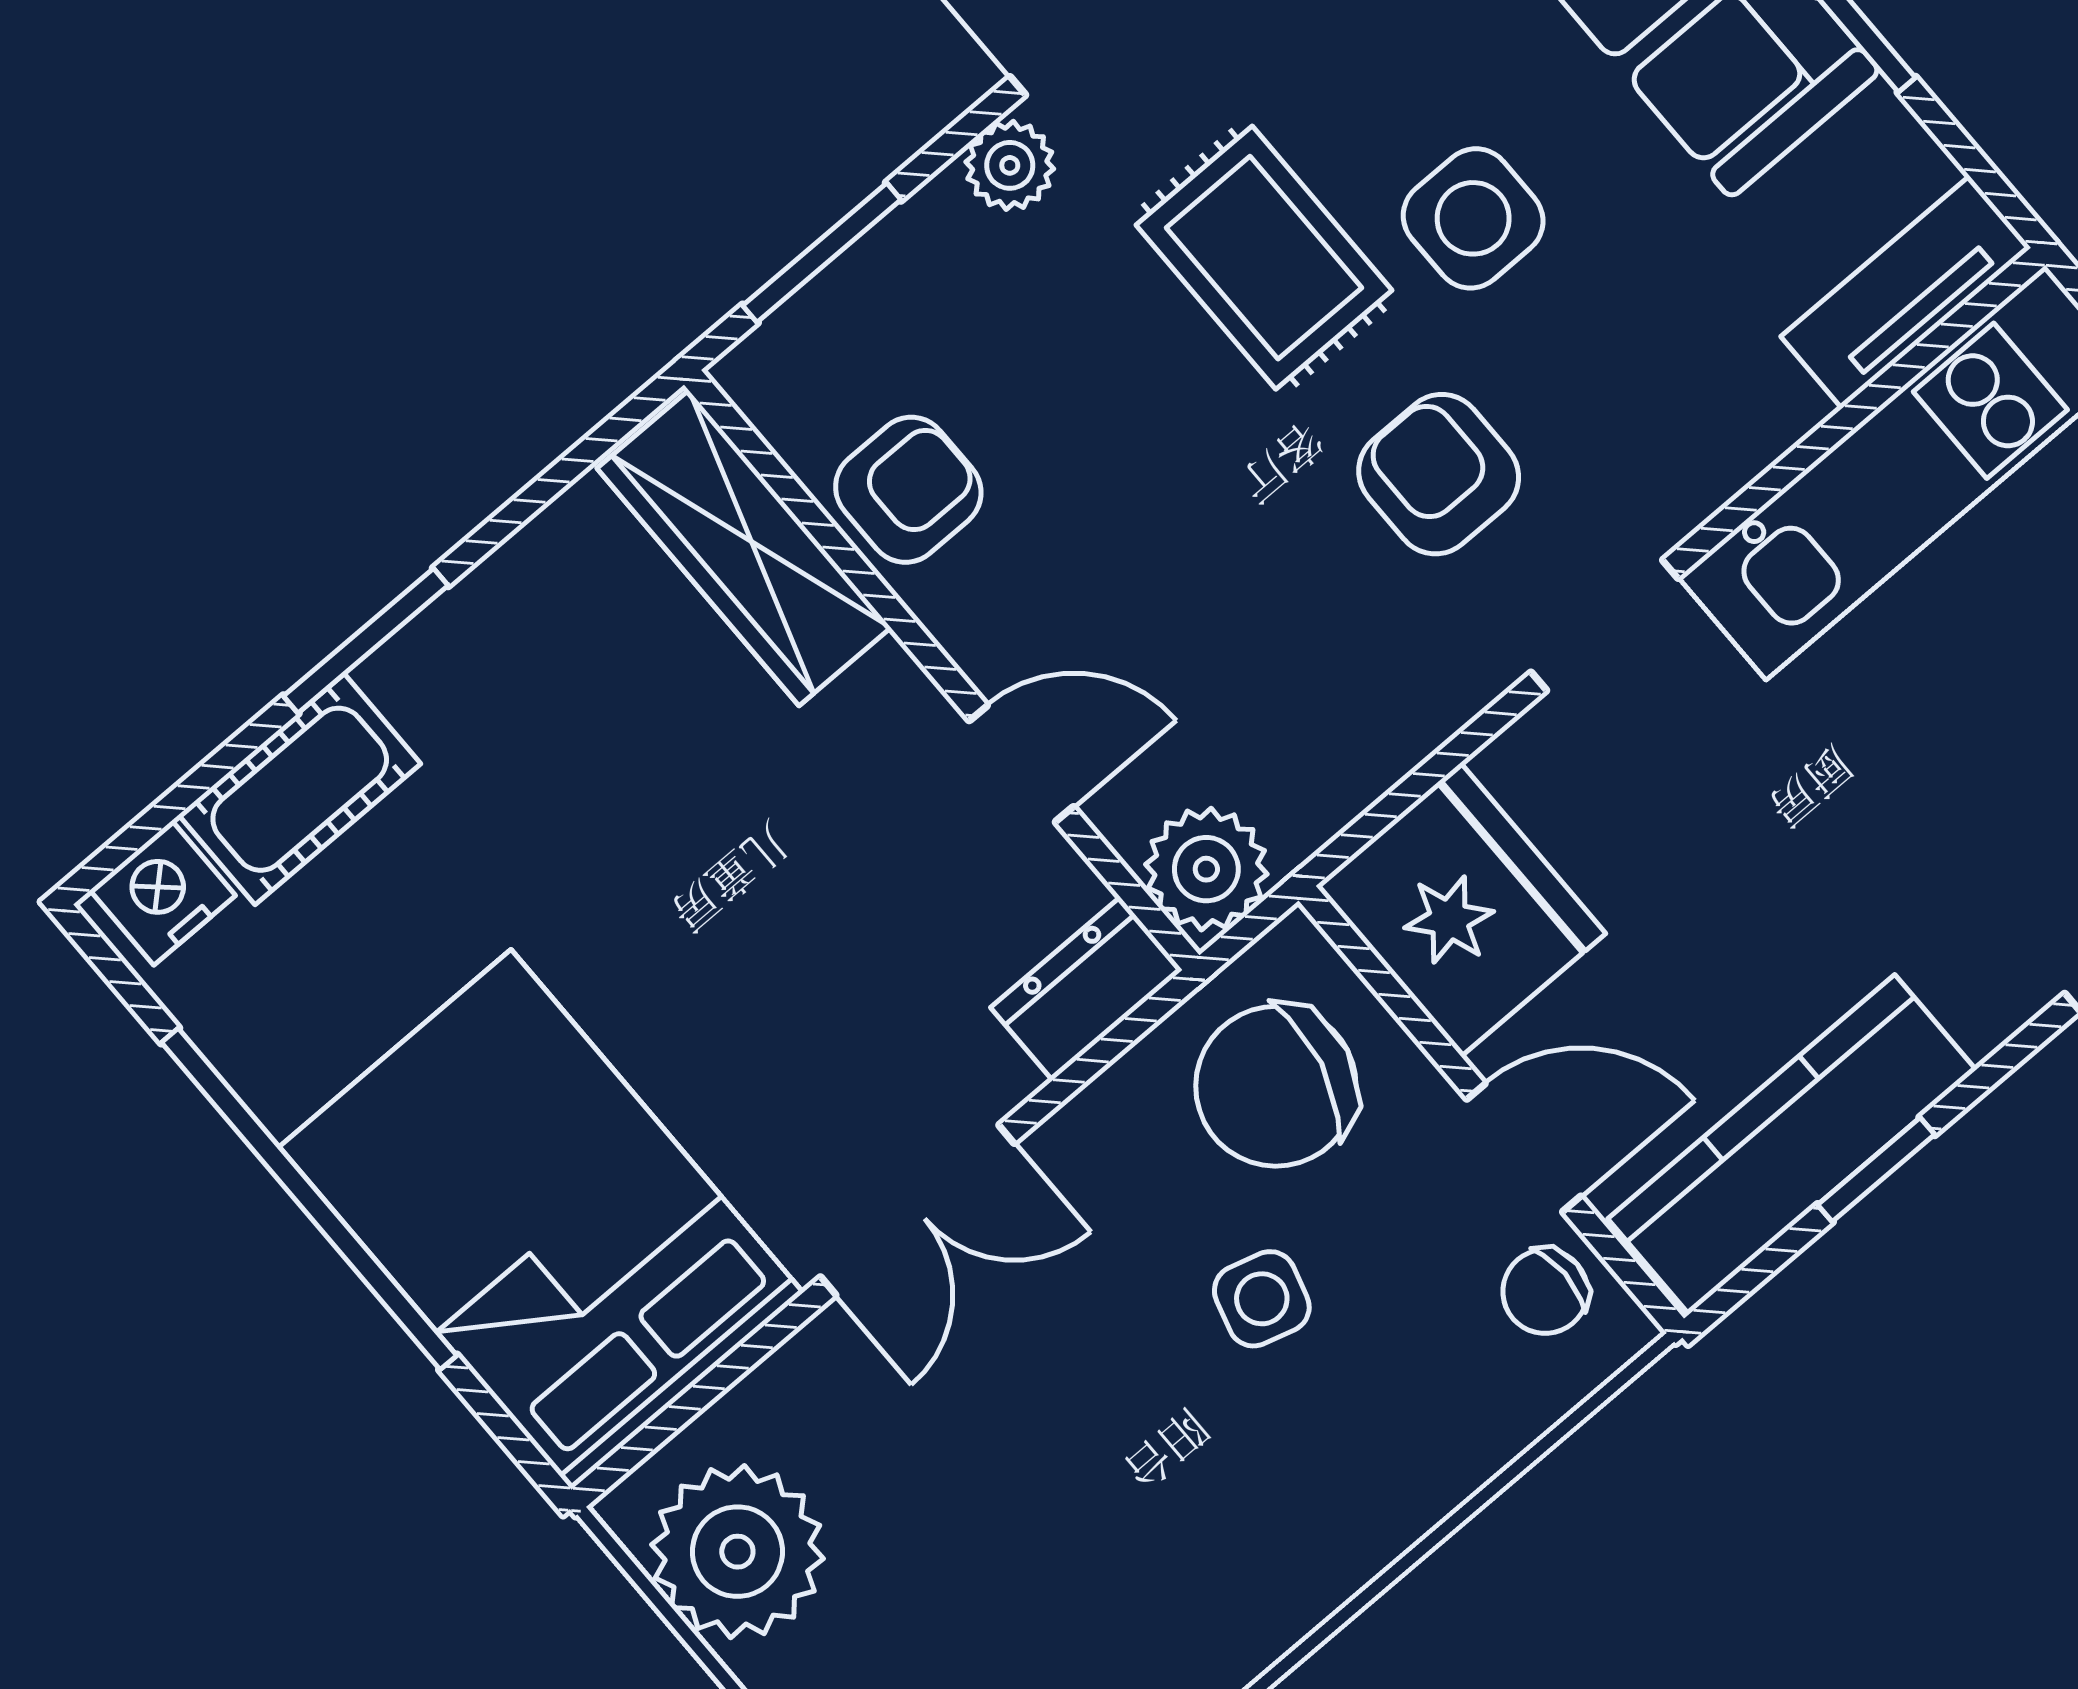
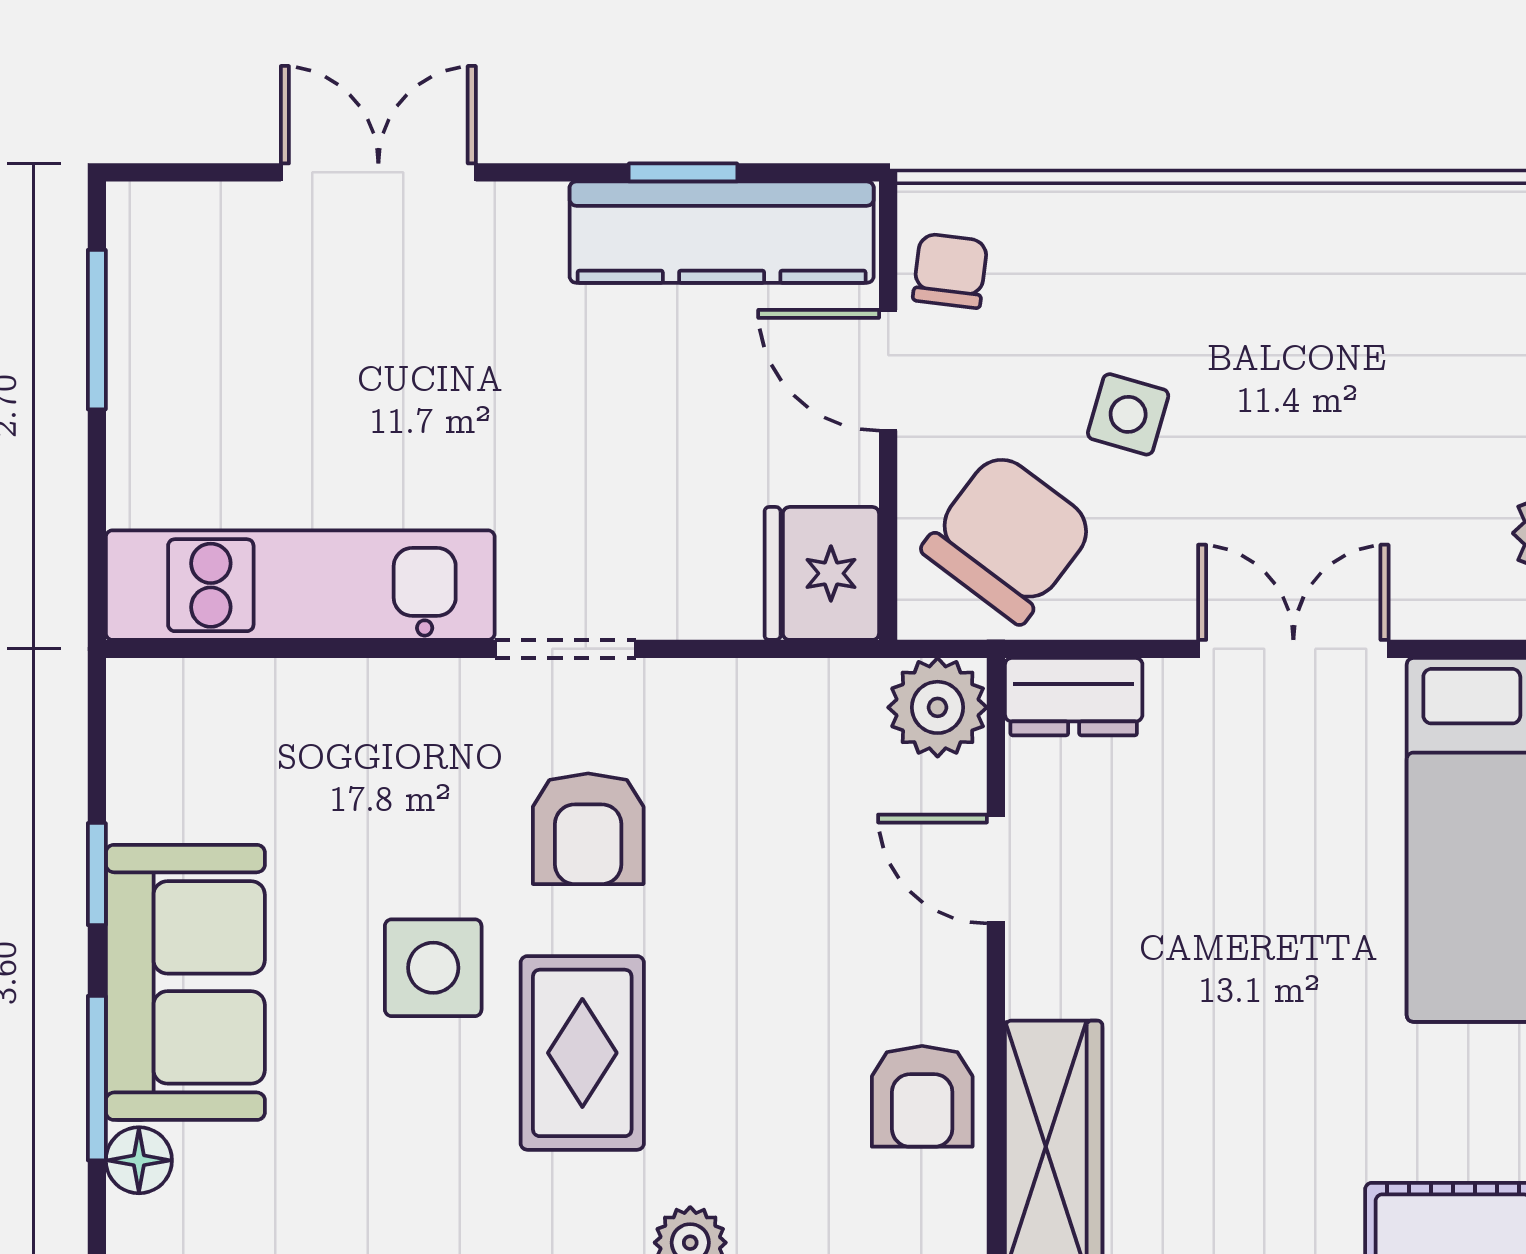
tv unit: (1906, 292) -> (206, 696), removed
armchair: (908, 490) -> (922, 1096), turned -90
fridge: (1461, 910) -> (822, 573), width x0.73, depth x0.75
chair: (1276, 1086) -> (1008, 538), turned -67
chair: (1545, 1291) -> (950, 271), turned -83

